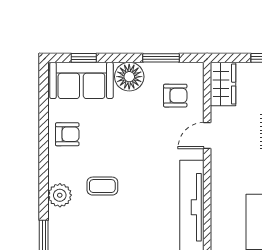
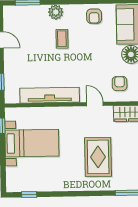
armchair: (175, 96) -> (120, 84), turned 180

